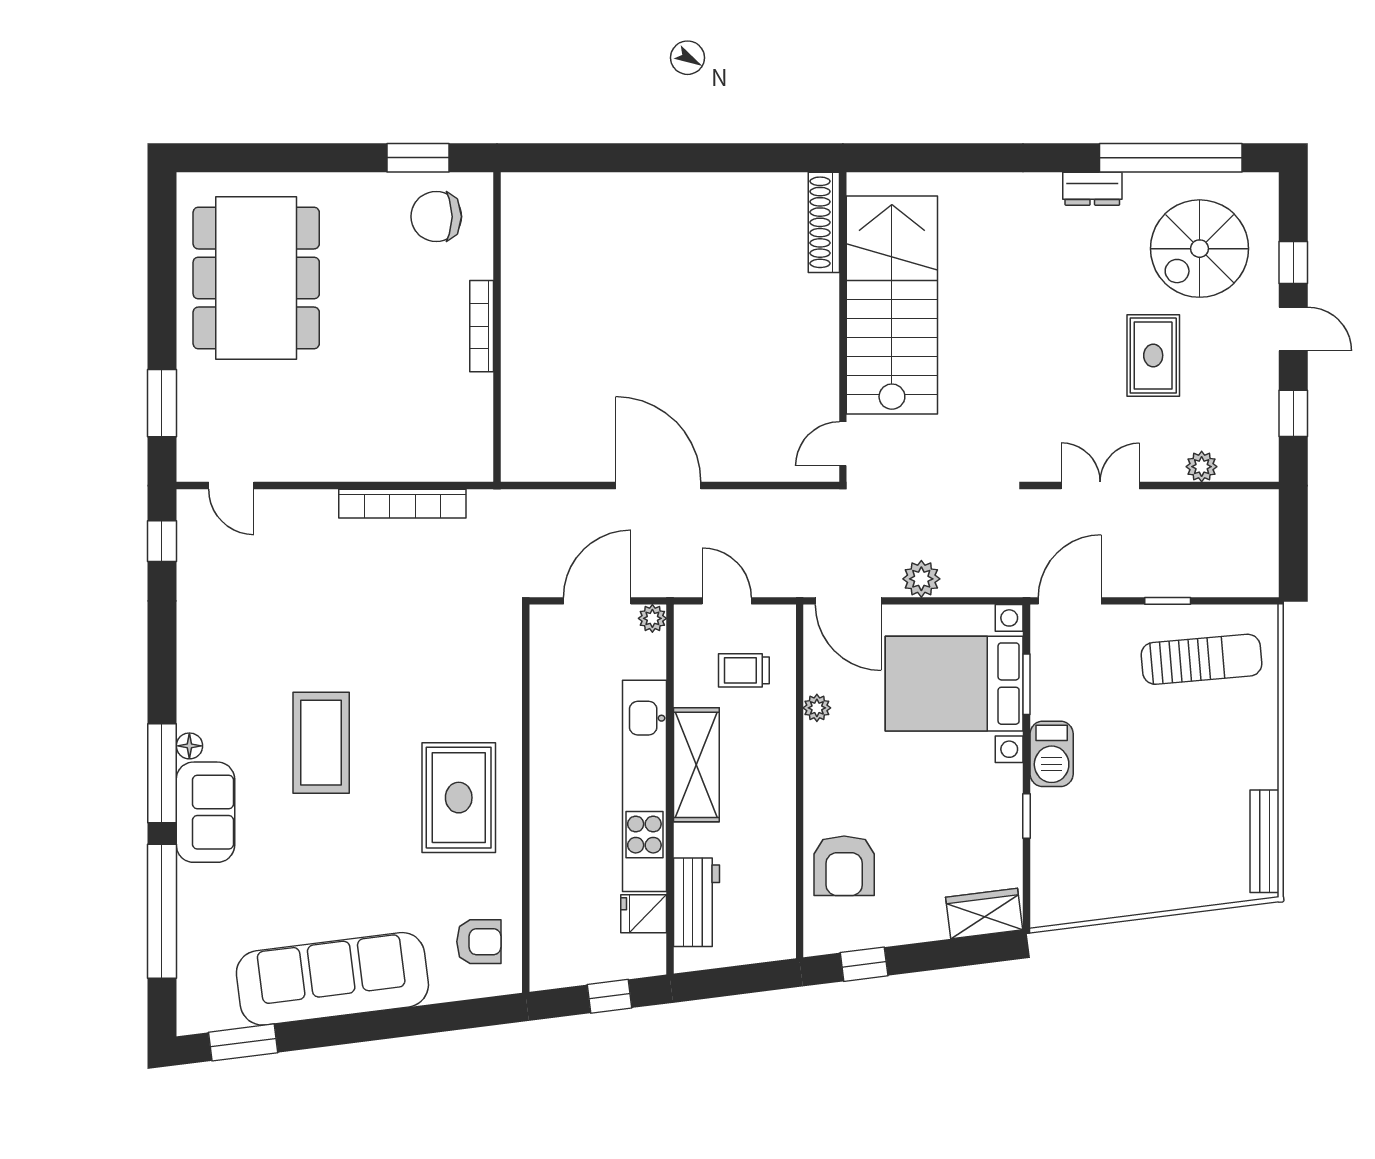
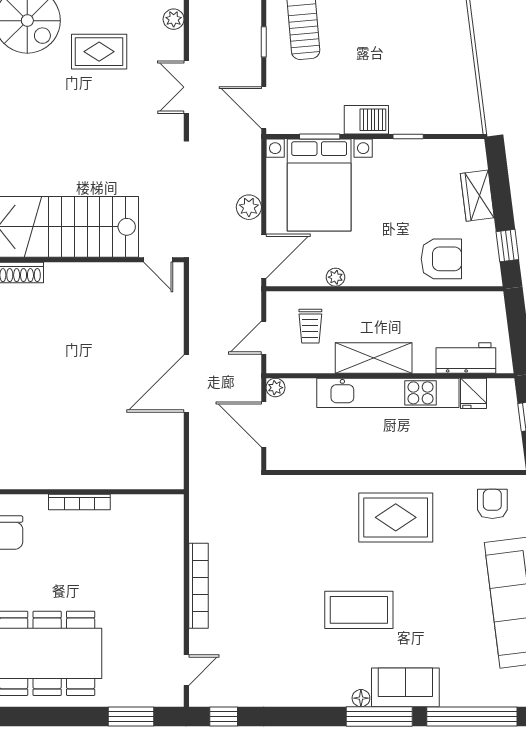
bookcase: (402, 504) -> (198, 586), moved
wardrobe: (984, 913) -> (477, 196), moved

